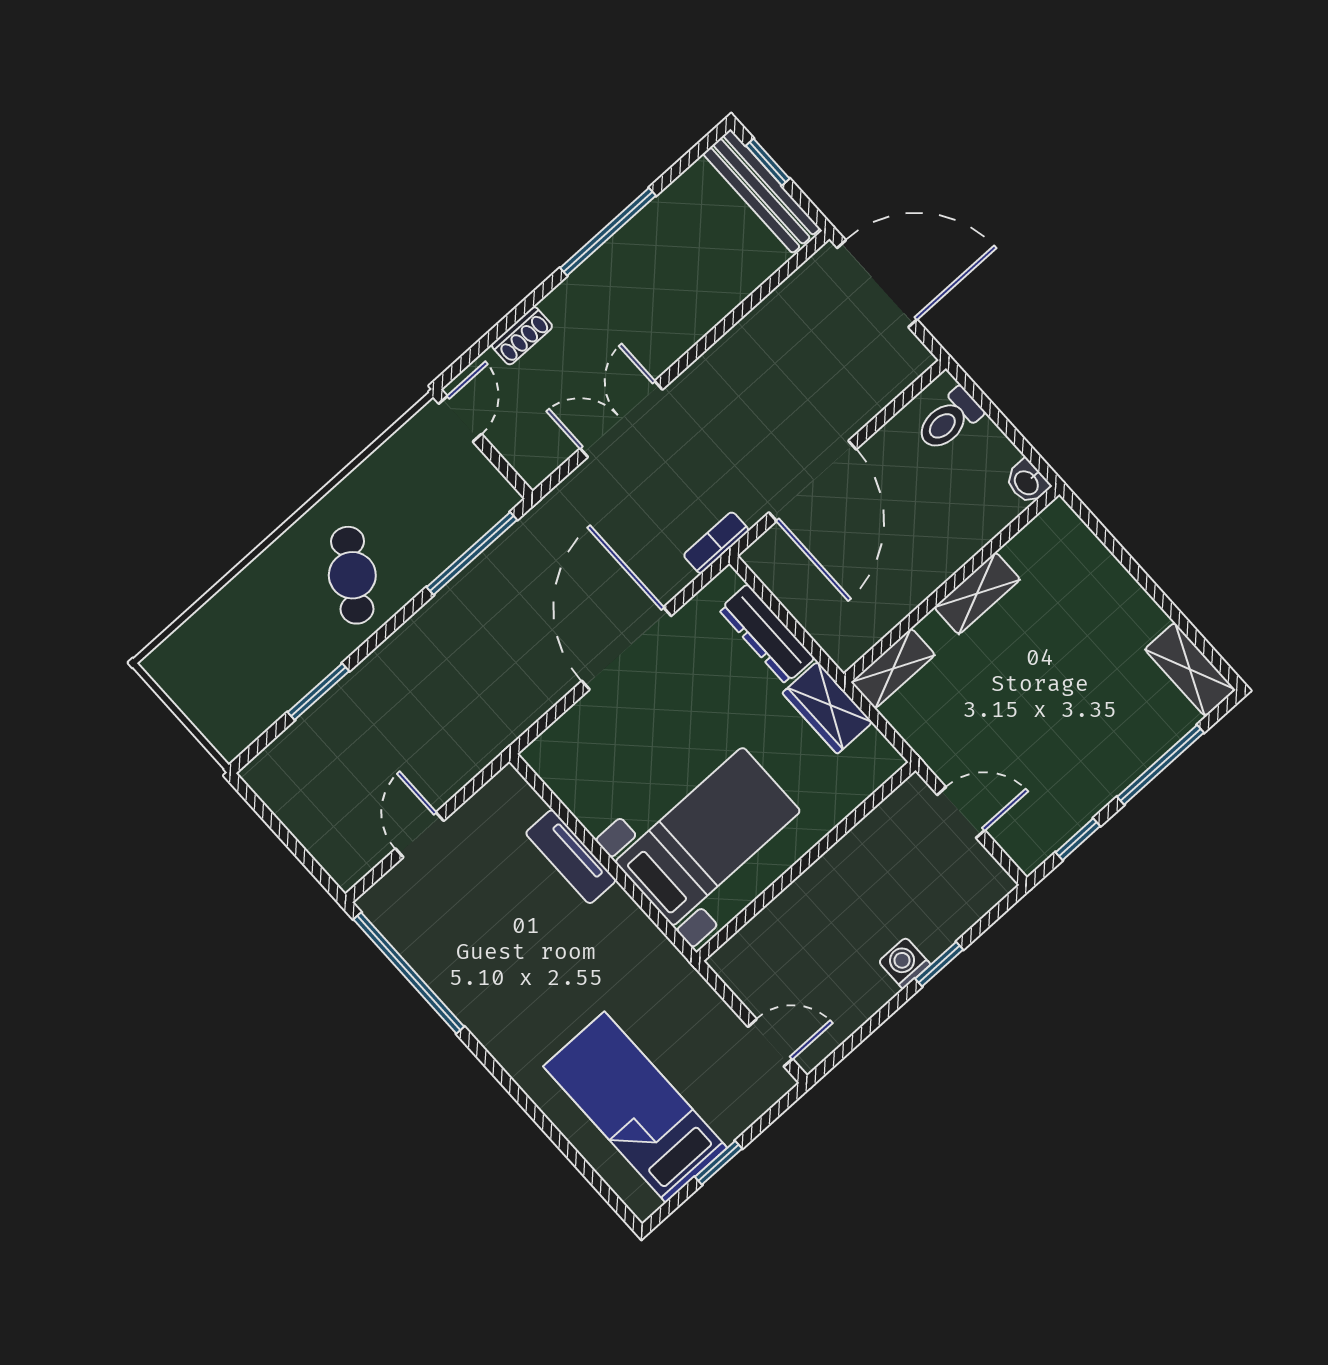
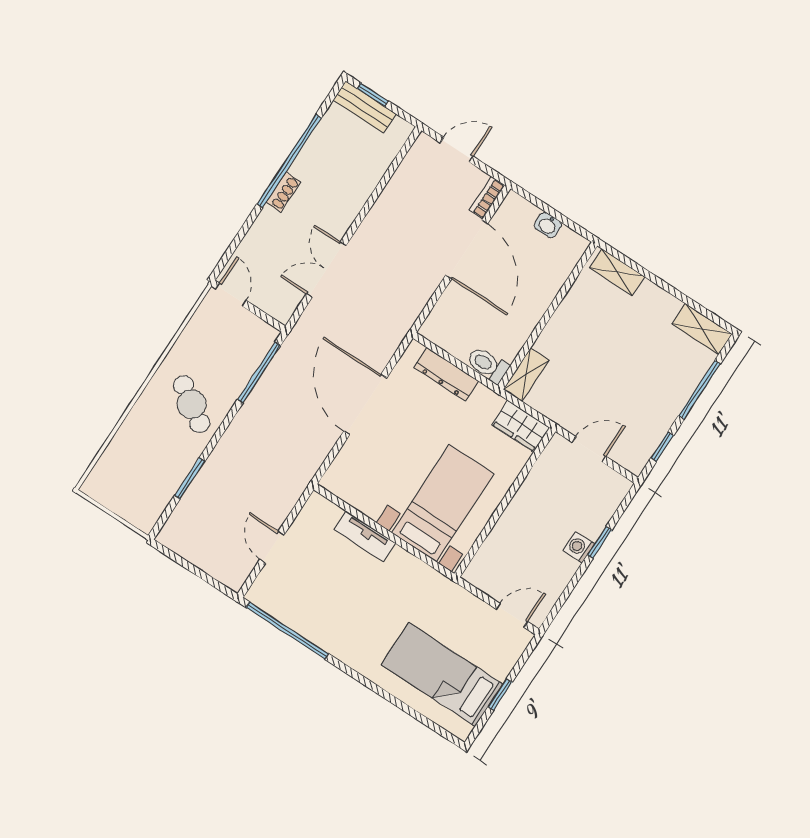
bench: (761, 191) -> (364, 107), width x0.73
window: (608, 232) -> (289, 161), width x1.46
door: (877, 284) -> (457, 150), width x0.53
shoe rack: (522, 336) -> (283, 192), moved
toilet: (949, 420) -> (488, 365), moved, turned 90
door: (813, 481) -> (467, 249), moved
washbasin: (1027, 482) -> (548, 225), moved
bookcase: (716, 543) -> (487, 198), moved
shelving: (977, 593) -> (617, 272), moved, turned 90
wardrobe: (827, 708) -> (521, 426), moved

